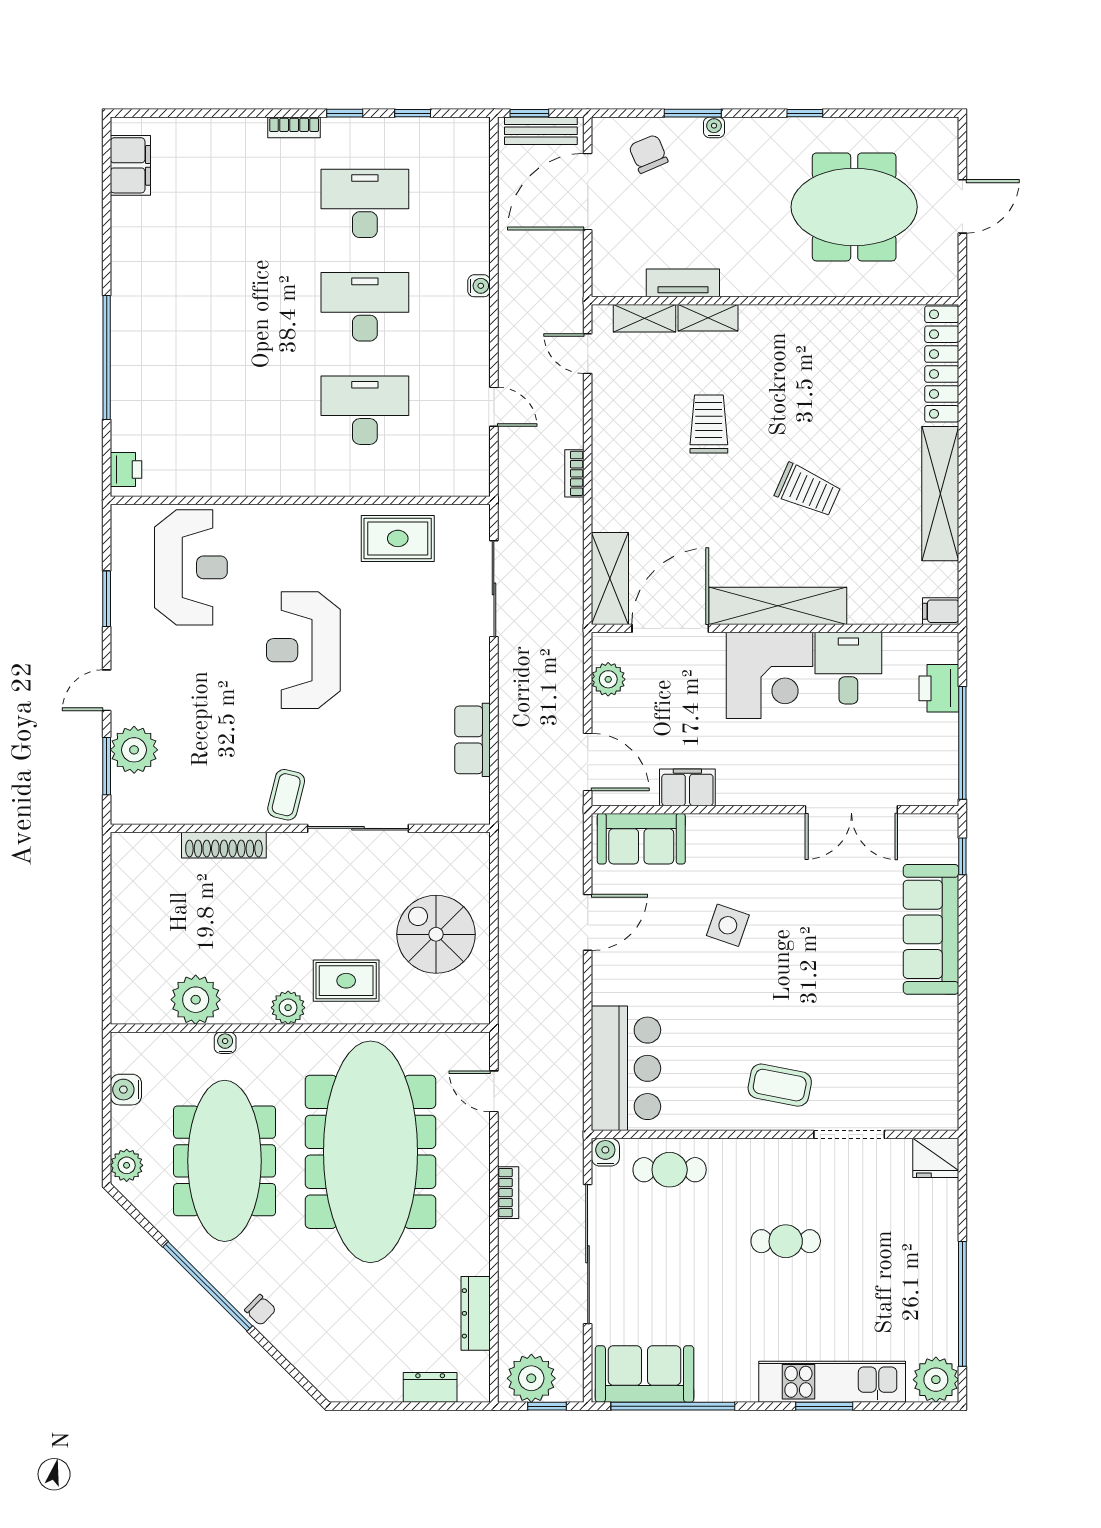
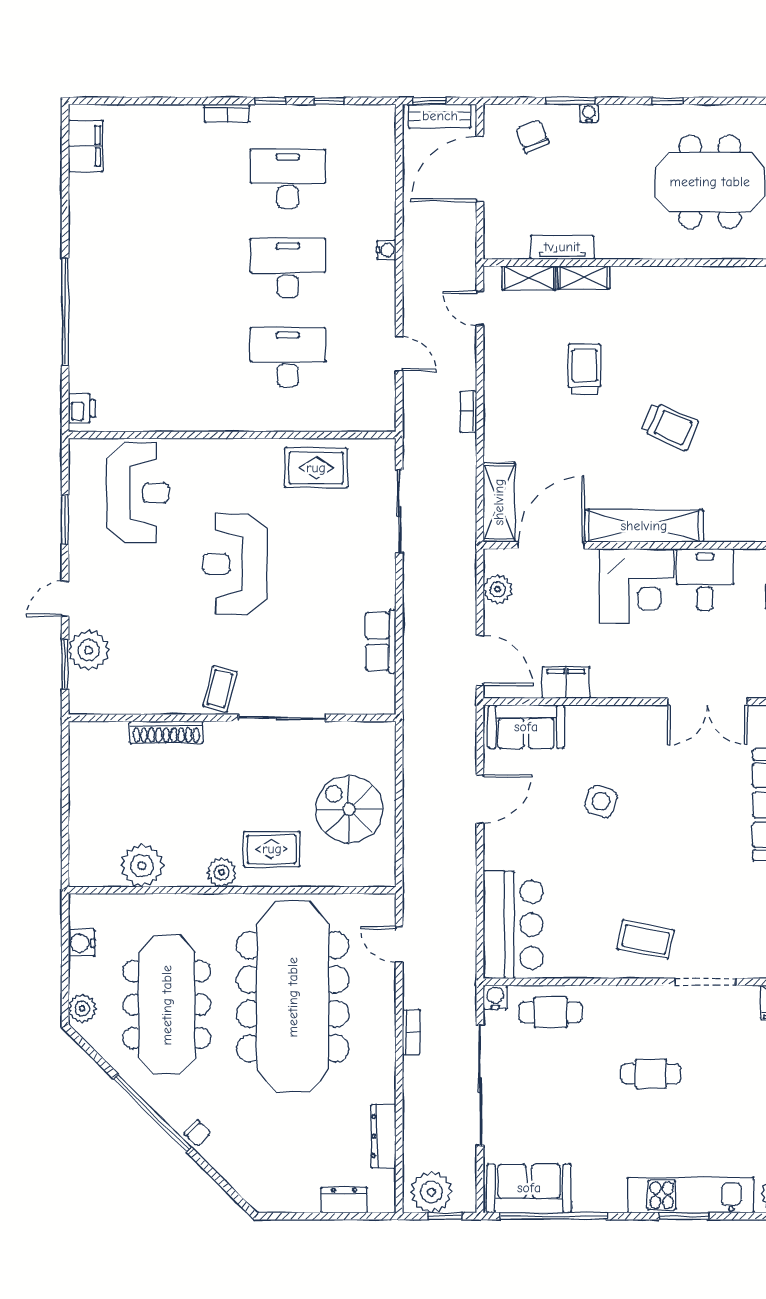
water cooler: (225, 1043) -> (167, 903), removed

